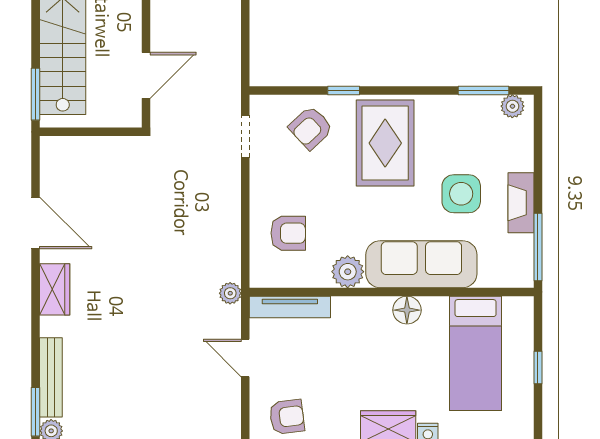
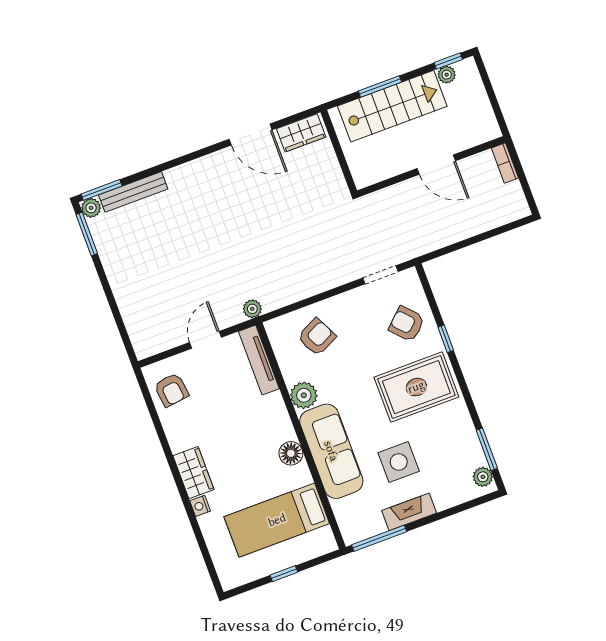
door: (146, 75) -> (436, 165), moved
window: (36, 94) -> (380, 86), moved
door: (36, 223) -> (251, 135), hinge flipped
armchair: (288, 233) -> (317, 337), turned -116
wardrobe: (55, 289) -> (301, 133), moved

